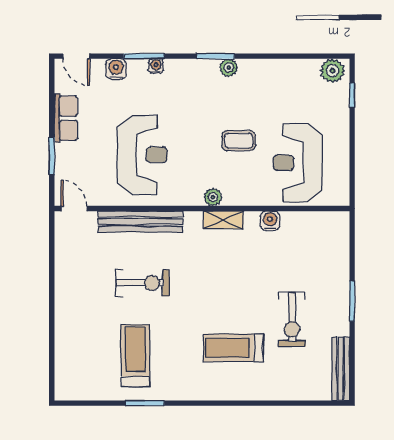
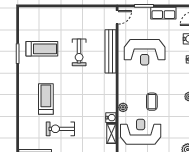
plant: (213, 197) -> (123, 107), moved
shelving: (223, 220) -> (111, 134), moved

